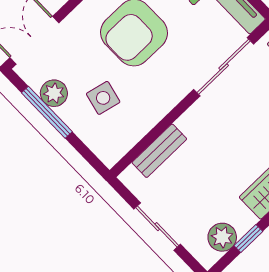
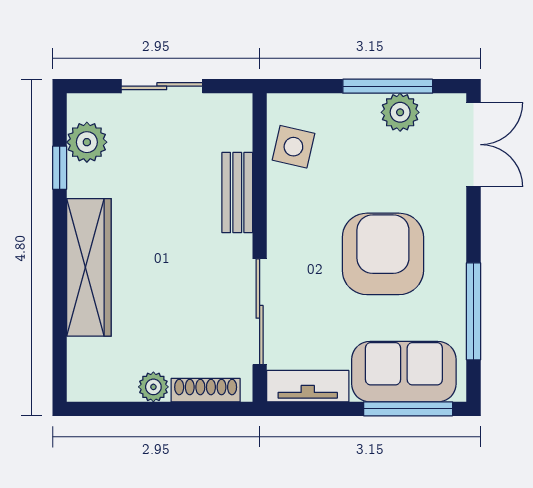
side table: (103, 98) -> (293, 147), moved
bench: (159, 151) -> (237, 193), moved

